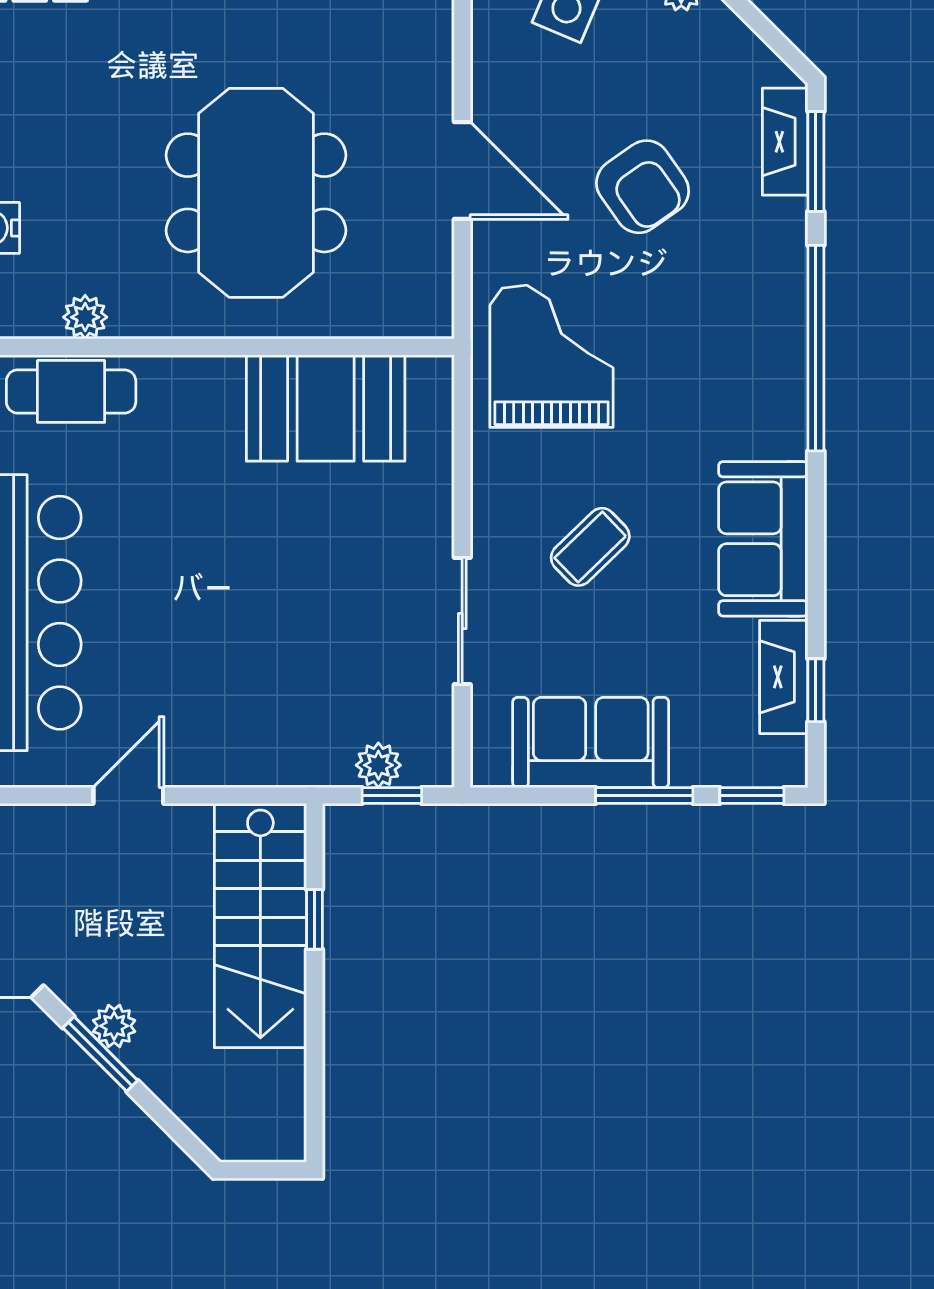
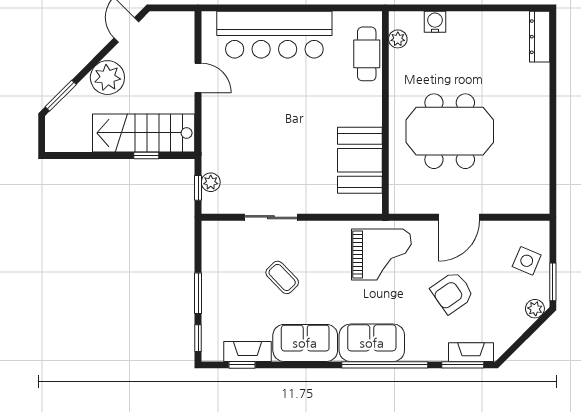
plant: (85, 317) -> (398, 39), moved
coffee table: (590, 547) -> (282, 277), moved
sofa: (591, 742) -> (372, 343), moved, turned -90
plant: (114, 1026) -> (107, 78), width x1.87, depth x1.87
window: (100, 1054) -> (61, 96), moved

